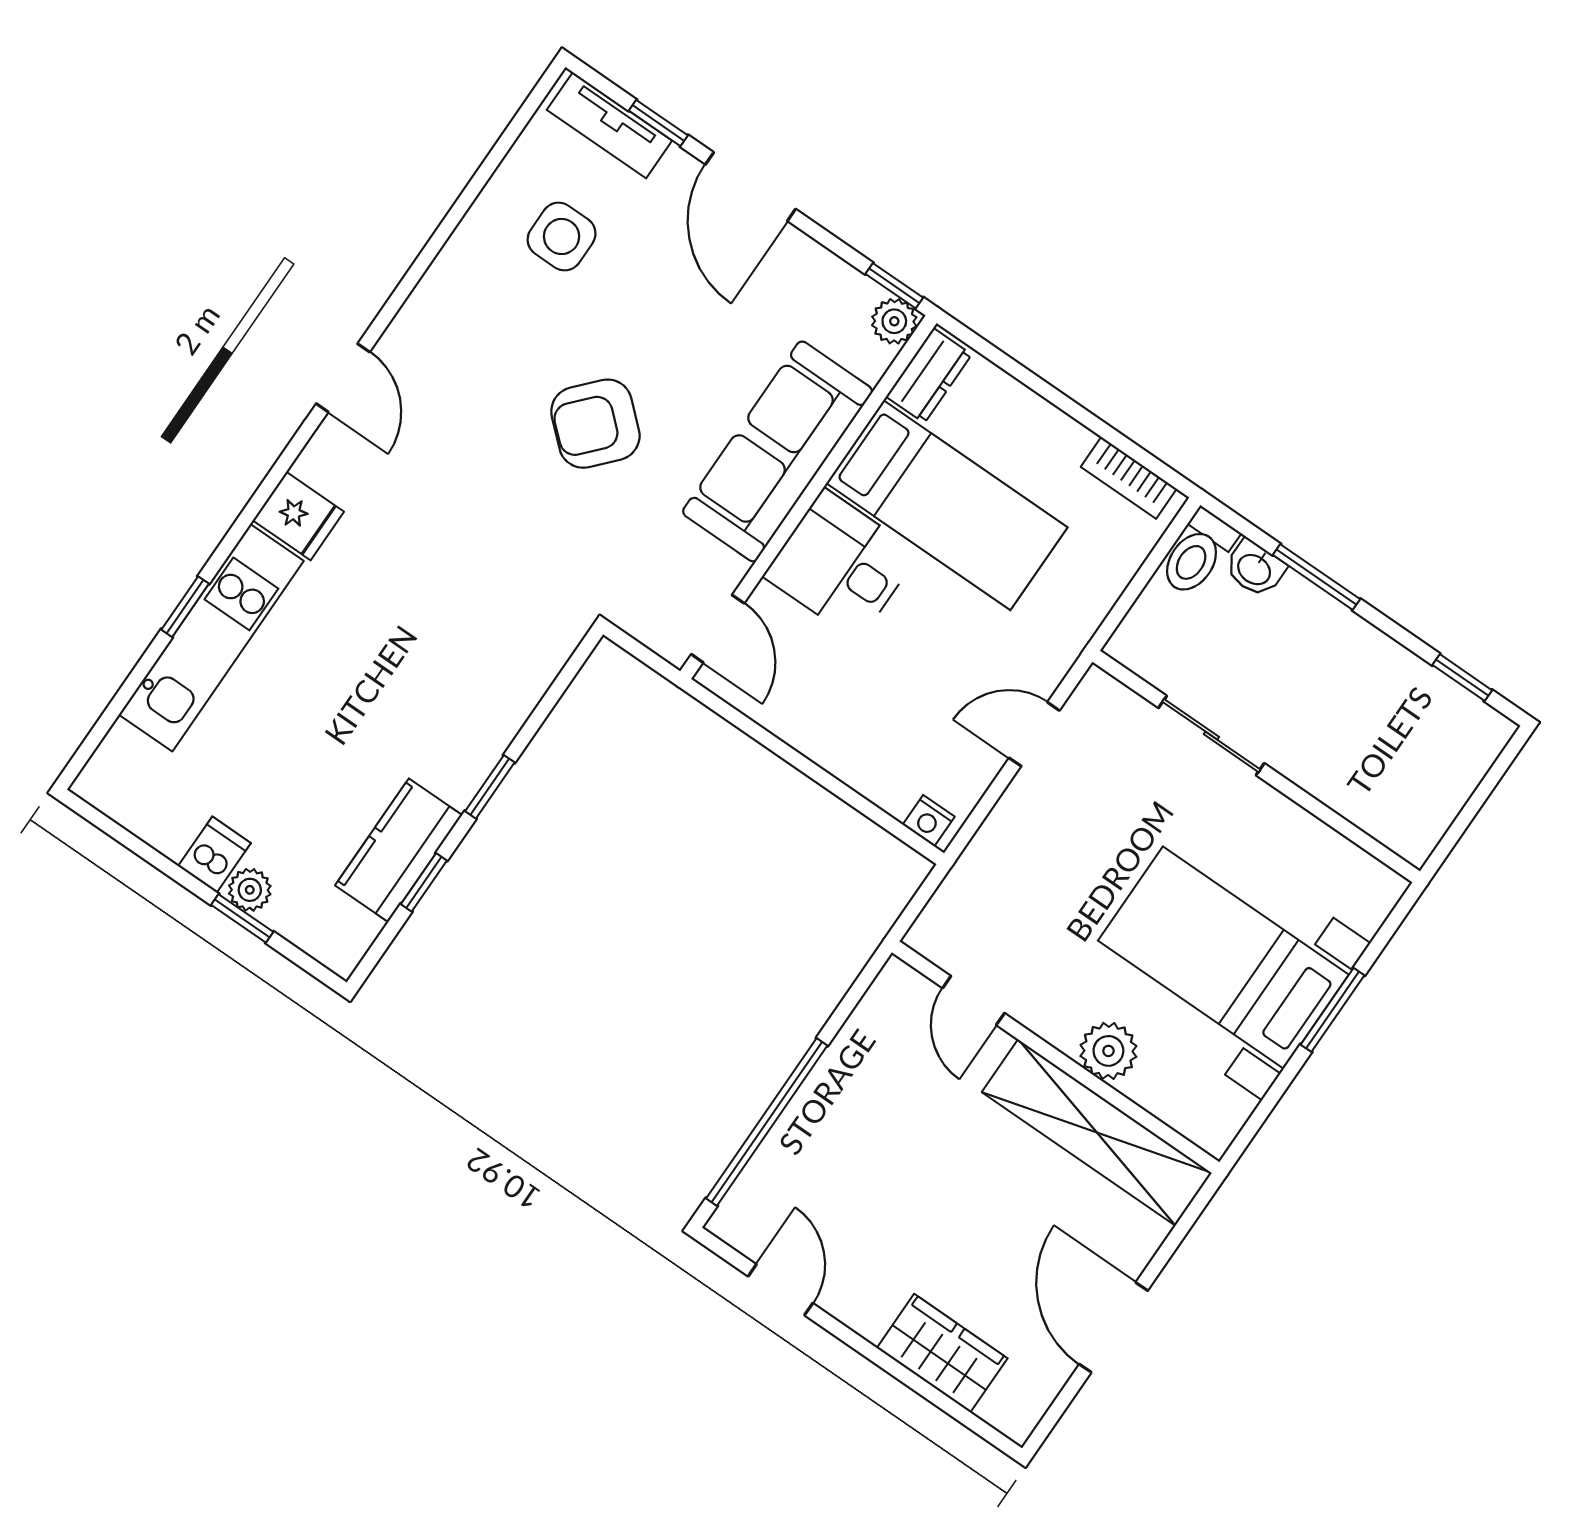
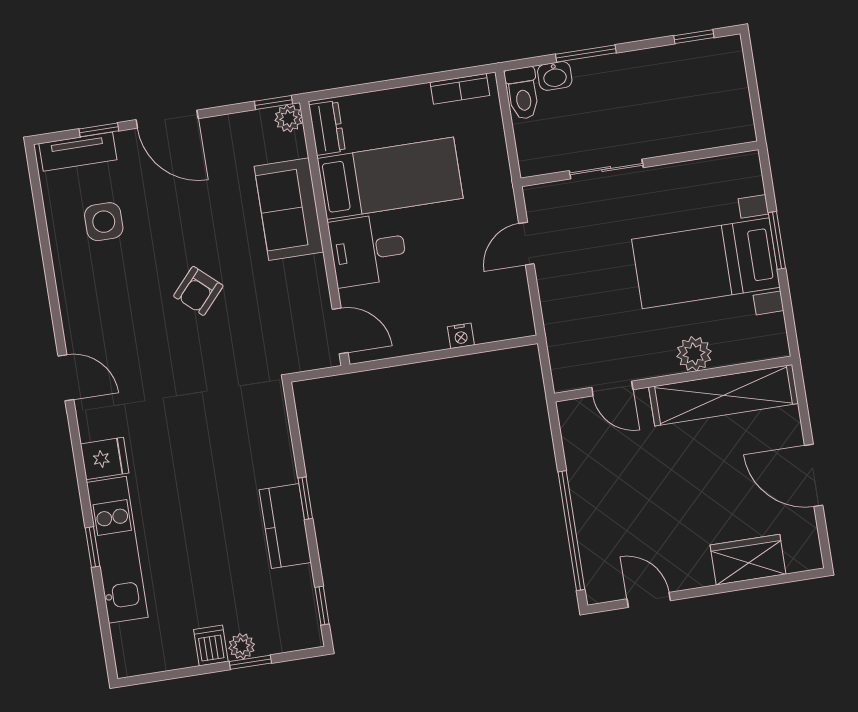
armchair: (595, 424) -> (198, 291), width x0.72, depth x0.72
sofa: (778, 451) -> (289, 209), width x0.73
nightstand: (929, 821) -> (461, 336), moved
kitchen counter: (399, 850) -> (285, 526), moved
window: (424, 882) -> (322, 606), moved

